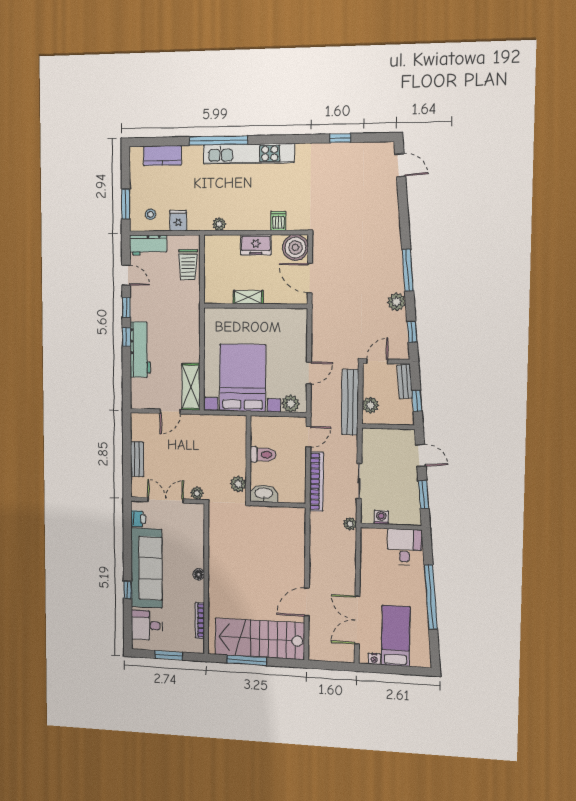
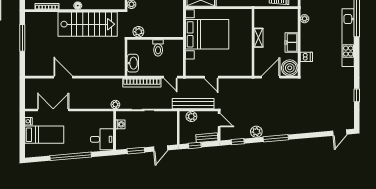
plant: (291, 404) -> (191, 66), removed
washbasin: (264, 494) -> (133, 63), moved
stairs: (260, 639) -> (88, 24), moved, turned 90

